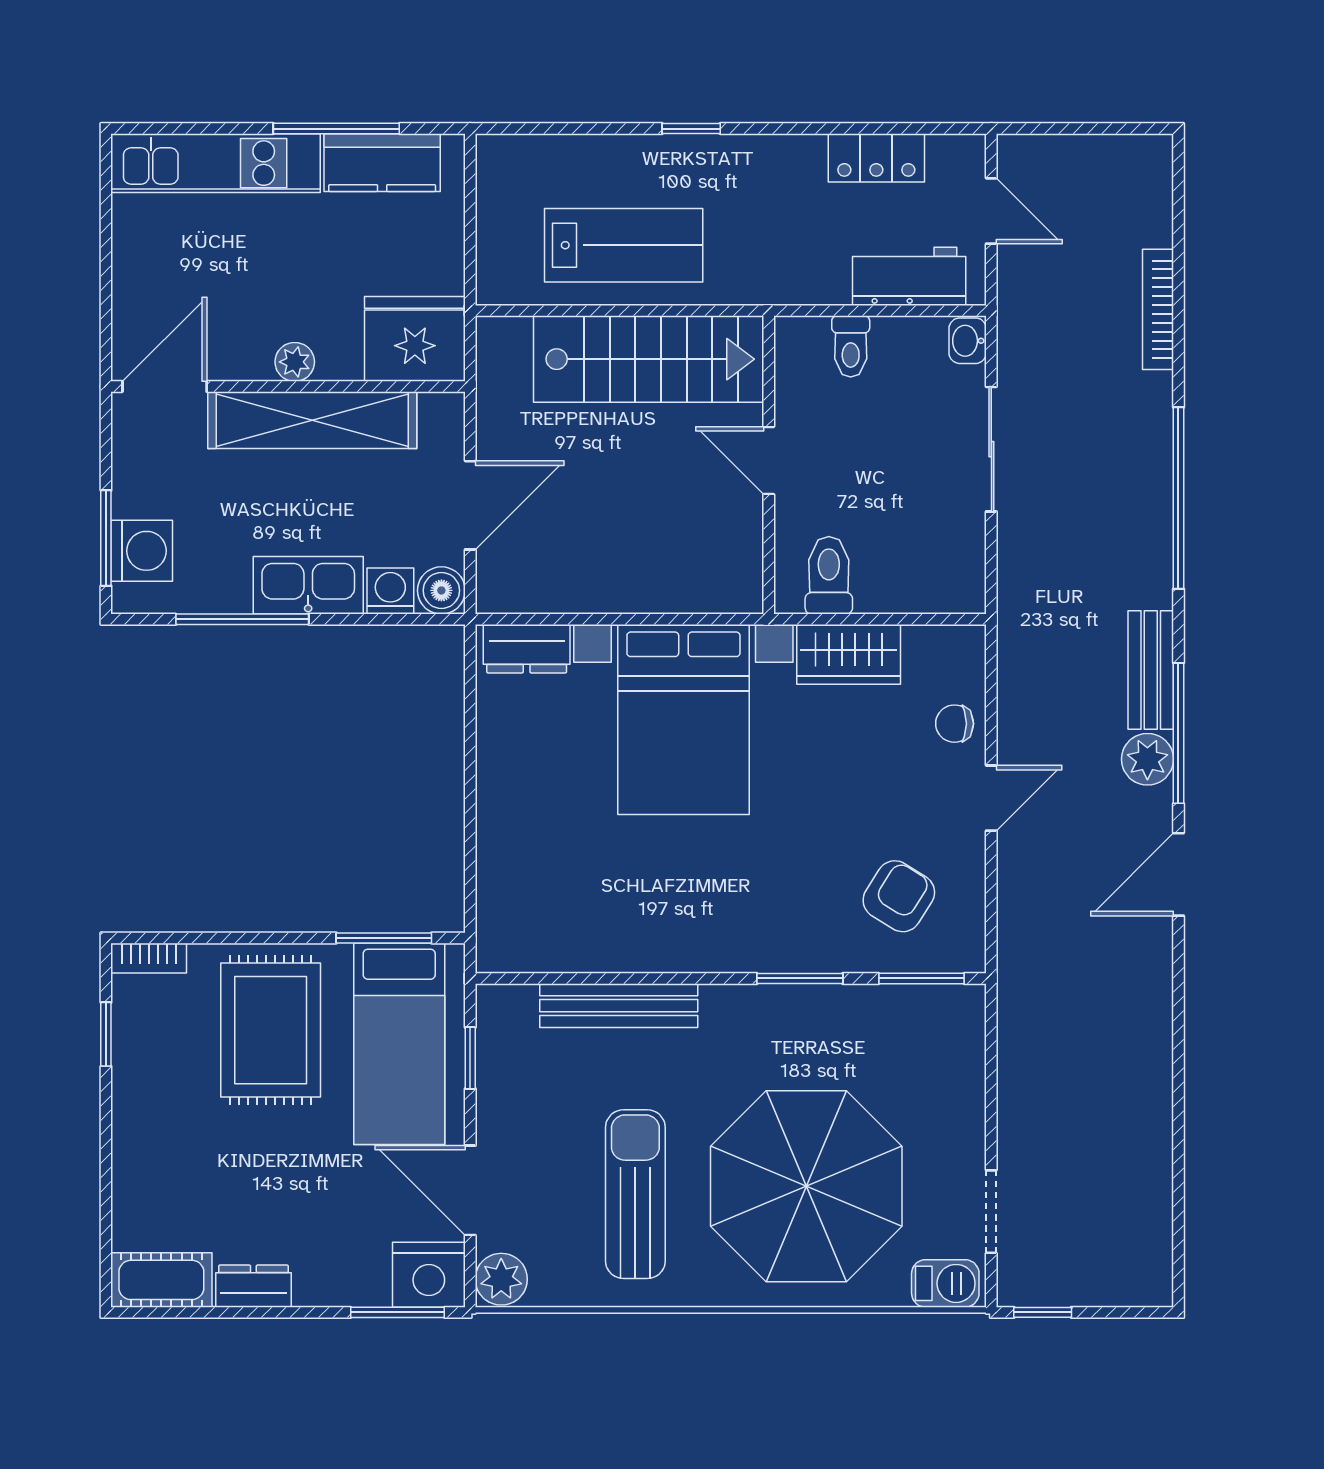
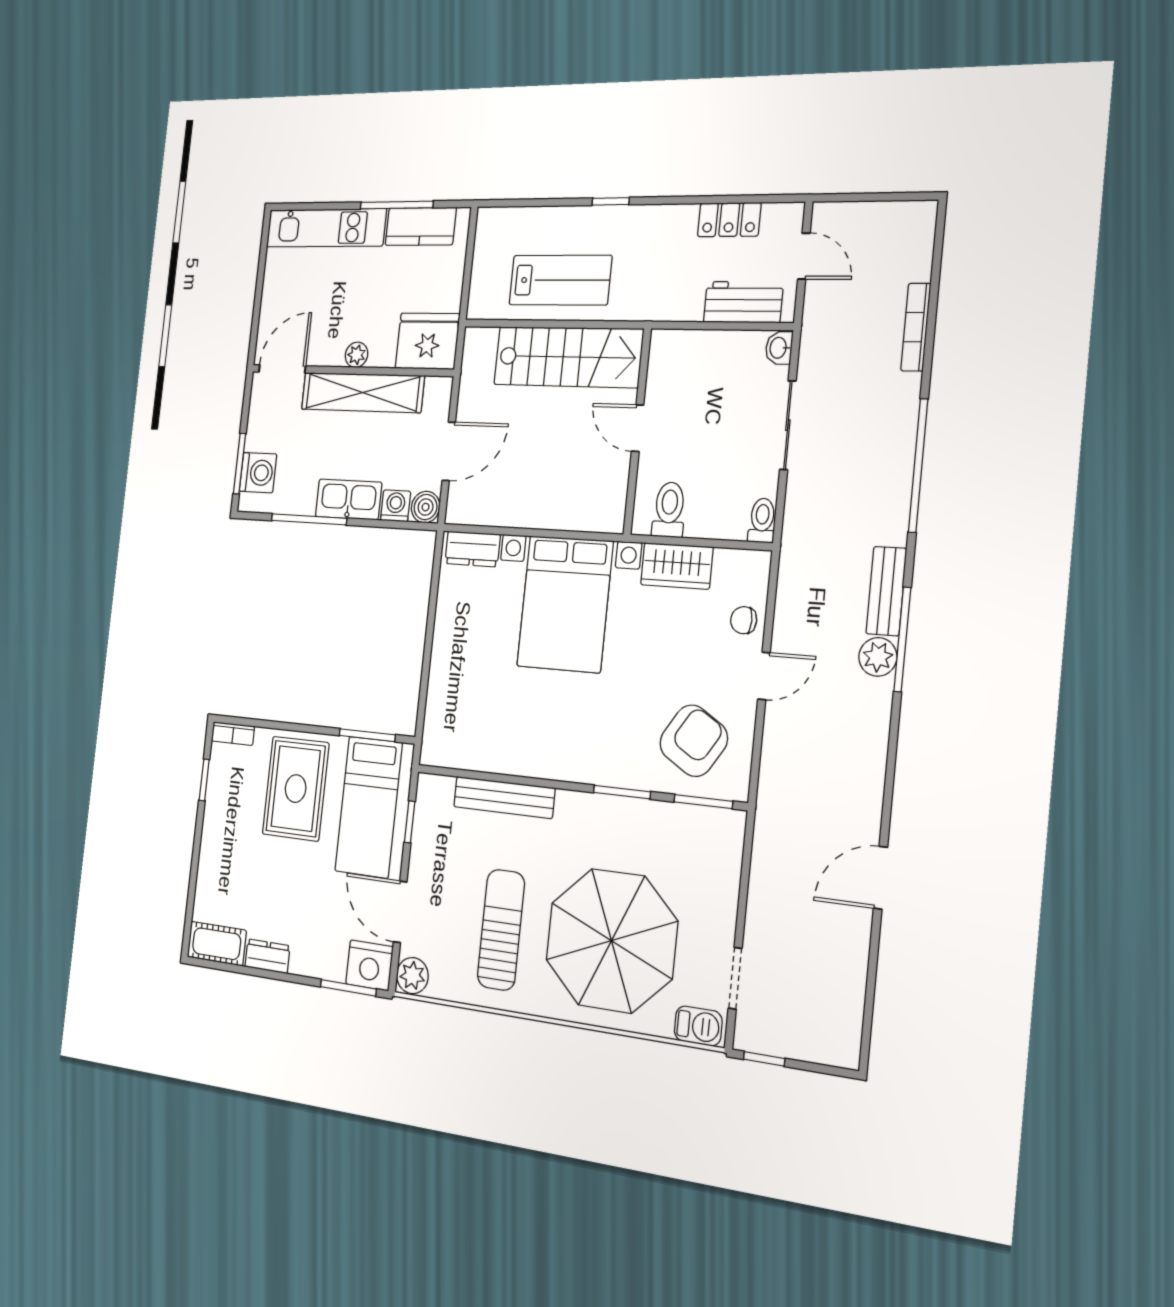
toilet: (851, 346) -> (762, 520), moved, turned 180
door: (1178, 874) -> (881, 878), moved
armchair: (899, 896) -> (694, 741), width x1.38, depth x1.38

